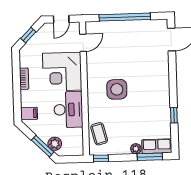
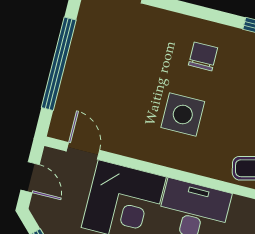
chair: (150, 91) -> (203, 56), added

